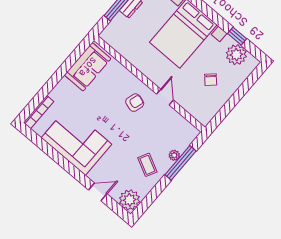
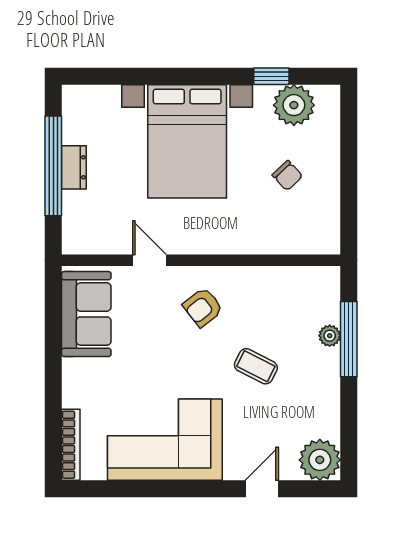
door: (165, 97) -> (149, 260), moved
armchair: (135, 103) -> (203, 307), turned -145
coffee table: (147, 165) -> (256, 366), moved

